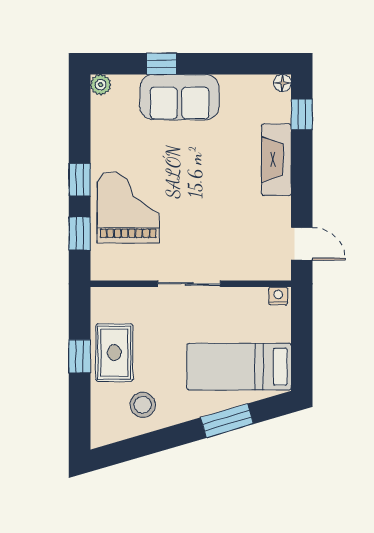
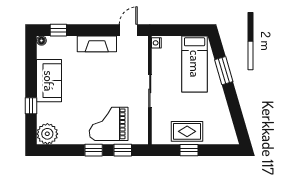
plant: (101, 85) -> (47, 134), width x1.88, depth x1.88
sofa: (179, 97) -> (49, 81), moved
fireplace: (276, 160) -> (97, 44), moved
stool: (143, 405) -> (215, 116), removed

